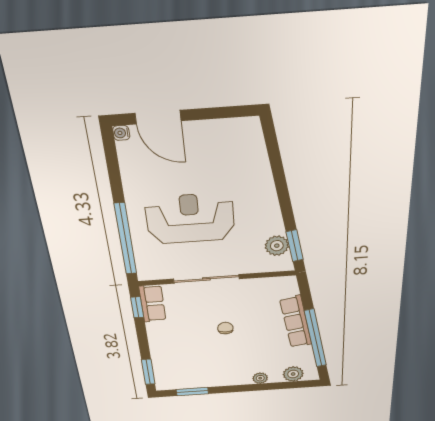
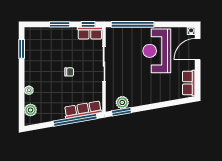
row of seats: (232, 130) -> (189, 83), added
reception desk: (190, 219) -> (157, 51), moved, turned 180
row of seats: (296, 322) -> (83, 110), moved
window: (315, 338) -> (75, 120), moved
window: (148, 372) -> (60, 24), moved

